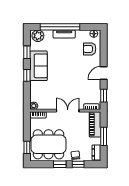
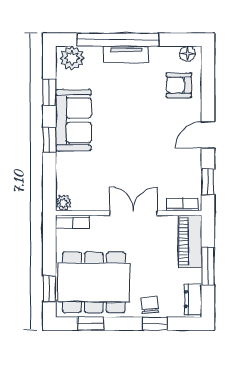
window: (60, 164) -> (91, 324), moved

